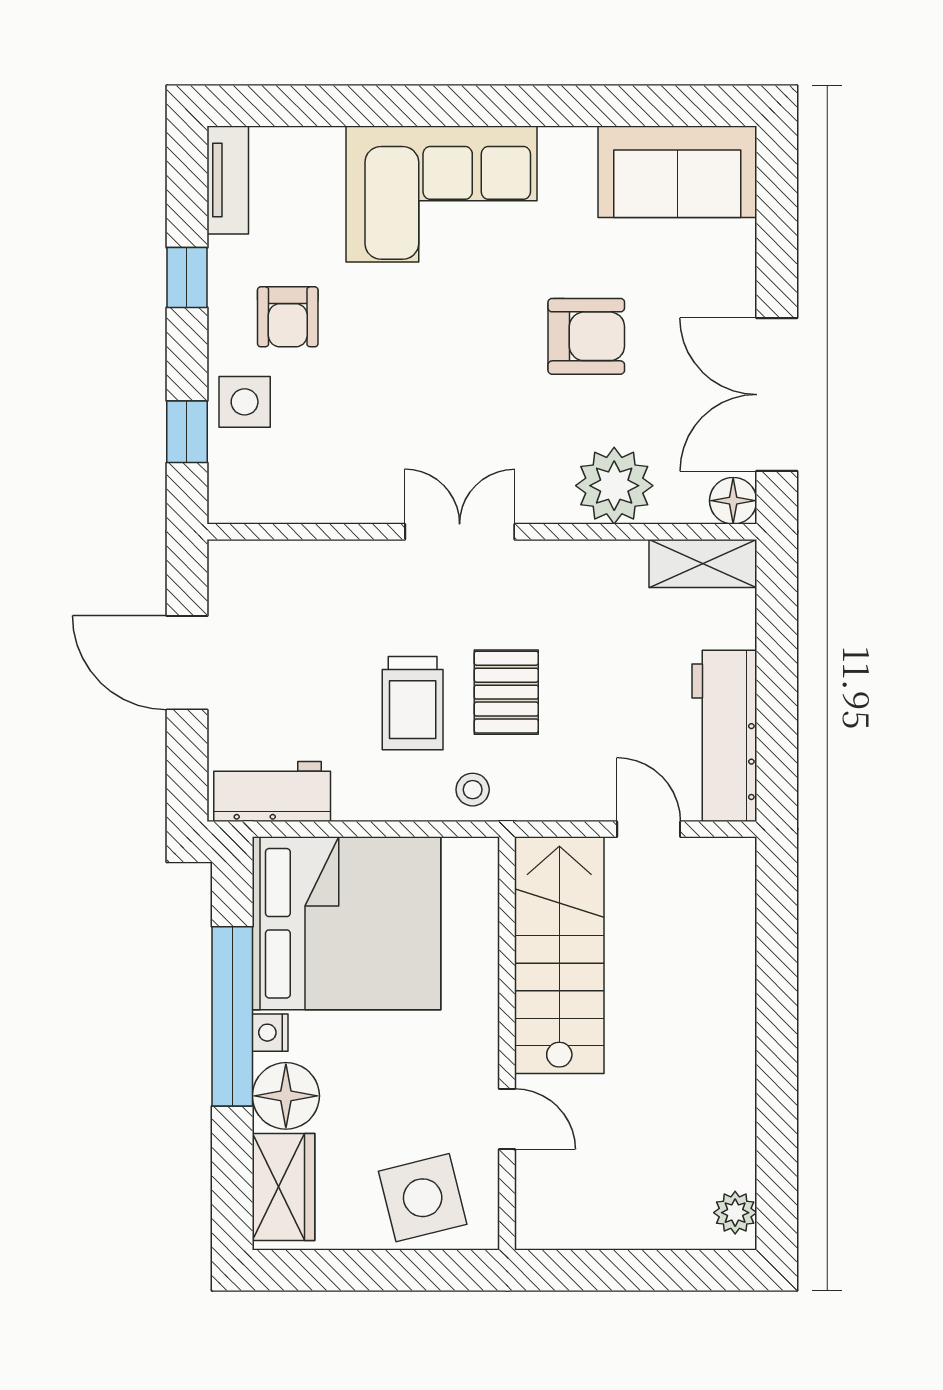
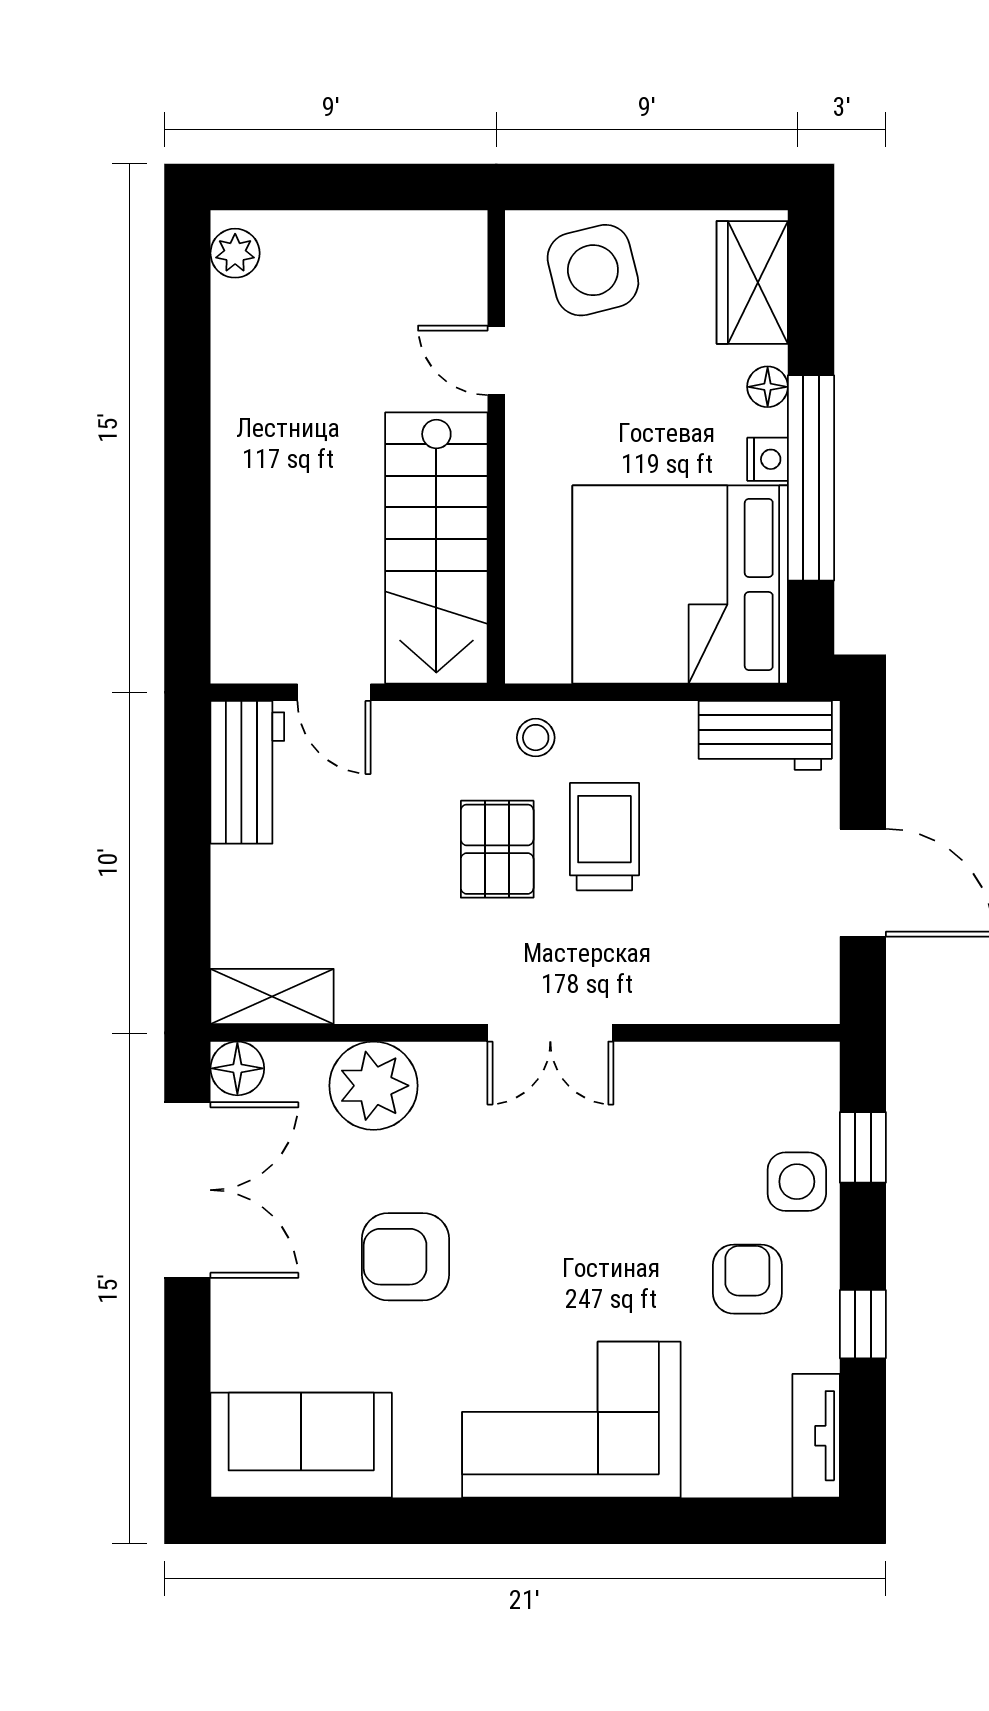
workbench: (724, 736) -> (247, 772), width x0.73
floor lamp: (286, 1096) -> (768, 387), width x0.53, depth x0.53

